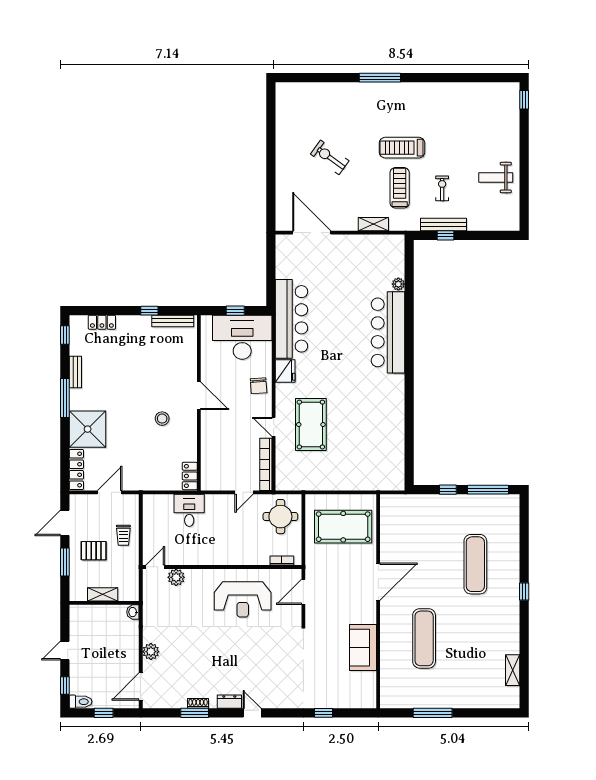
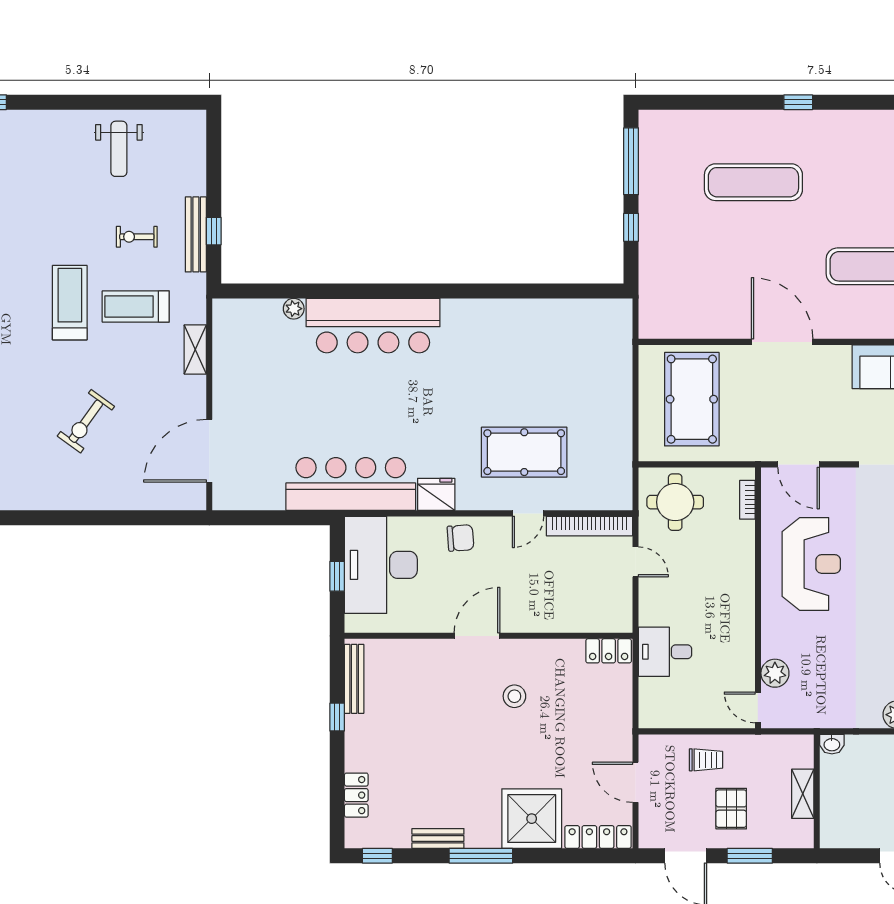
treadmill: (402, 148) -> (70, 303), turned 180

